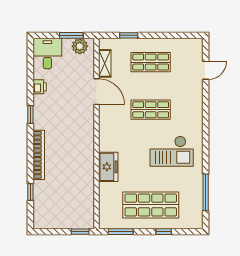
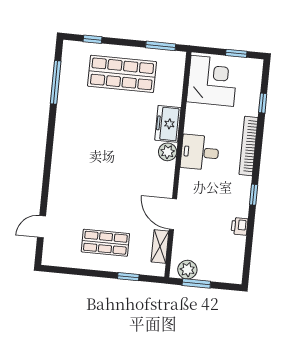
desk: (47, 54) -> (200, 152), moved, turned 90
shop shelf: (151, 110) -> (111, 186), removed
plant: (106, 143) -> (168, 152), added
checkout: (172, 151) -> (91, 135), removed
corner desk: (75, 207) -> (212, 81), added
window: (80, 232) -> (236, 53), moved
window: (164, 232) -> (92, 39), moved

